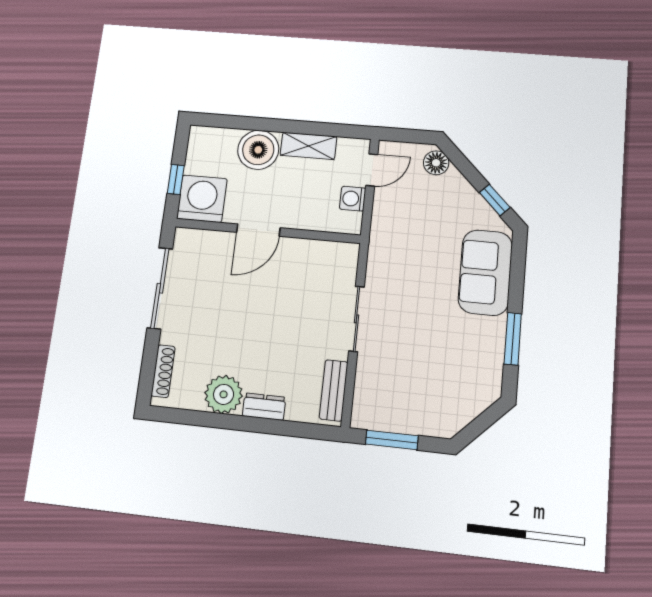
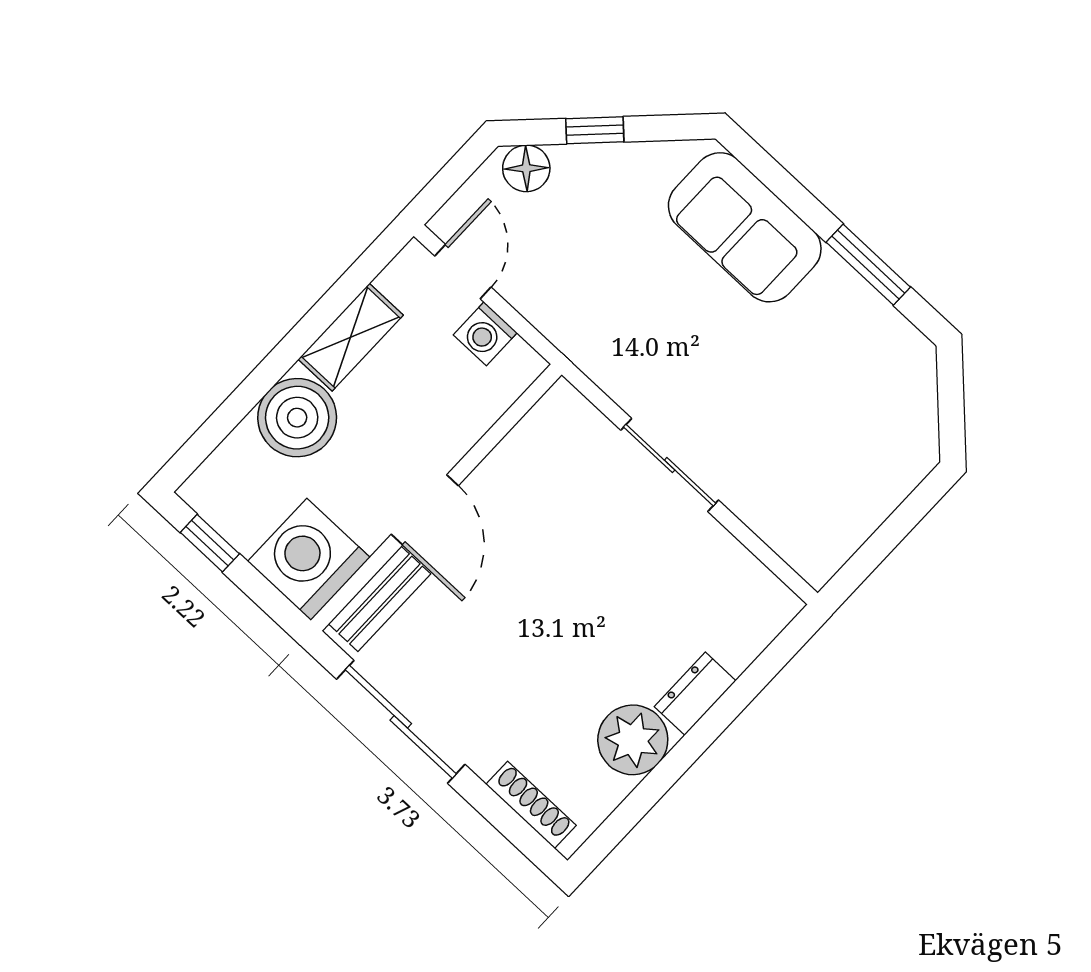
window: (176, 179) -> (210, 543), moved
window: (495, 200) -> (595, 130), moved
bench: (334, 390) -> (380, 599), moved, turned 90
window: (392, 440) -> (879, 546), removed

